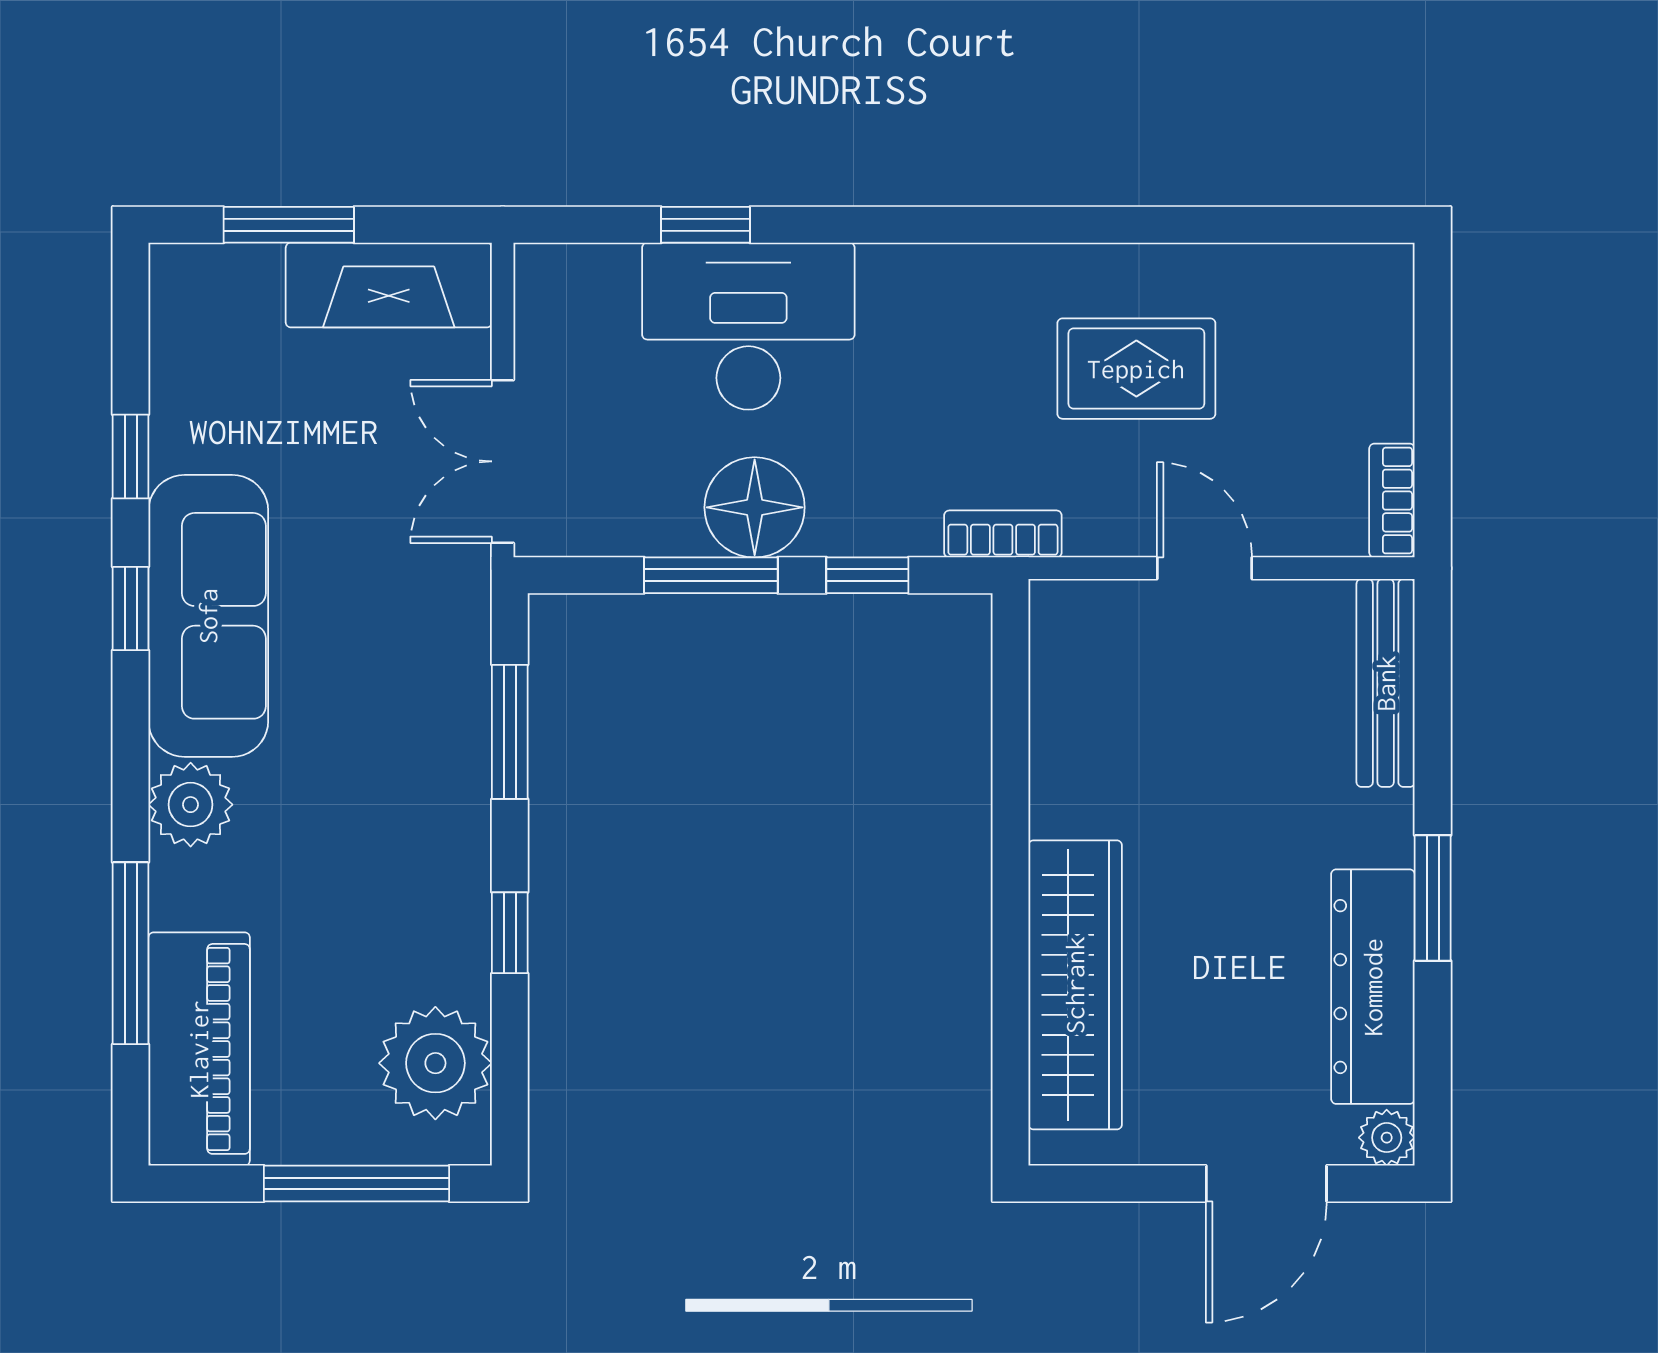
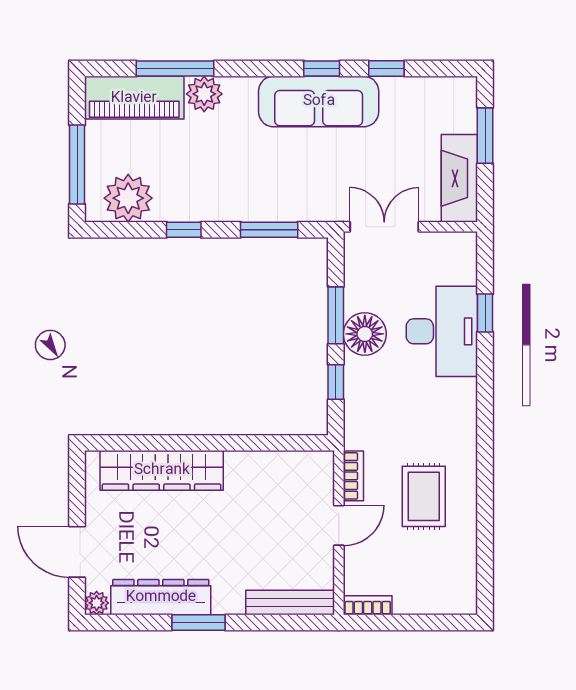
bookcase: (1003, 534) -> (353, 476), moved
plant: (191, 805) -> (204, 94), moved

